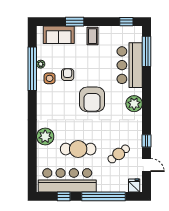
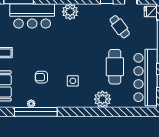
side table: (50, 78) -> (73, 81), moved
armchair: (92, 99) -> (66, 53), removed

